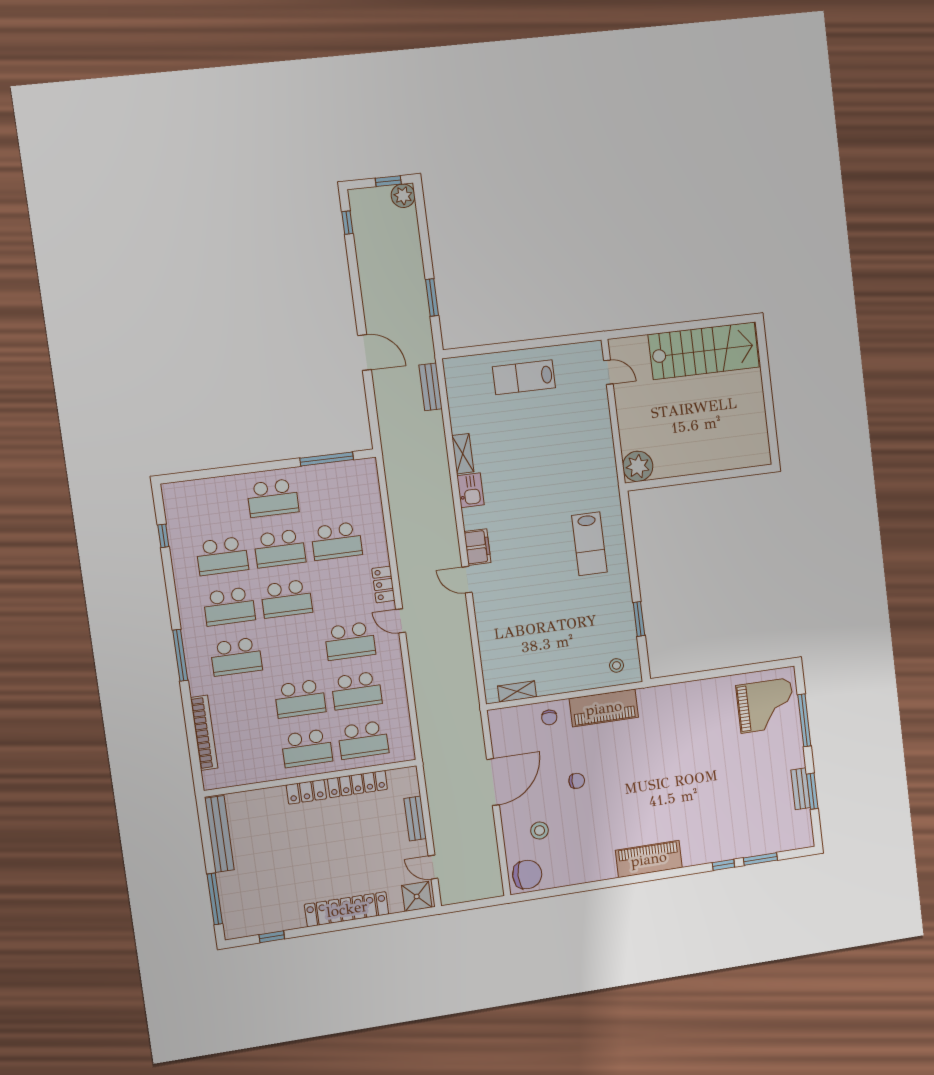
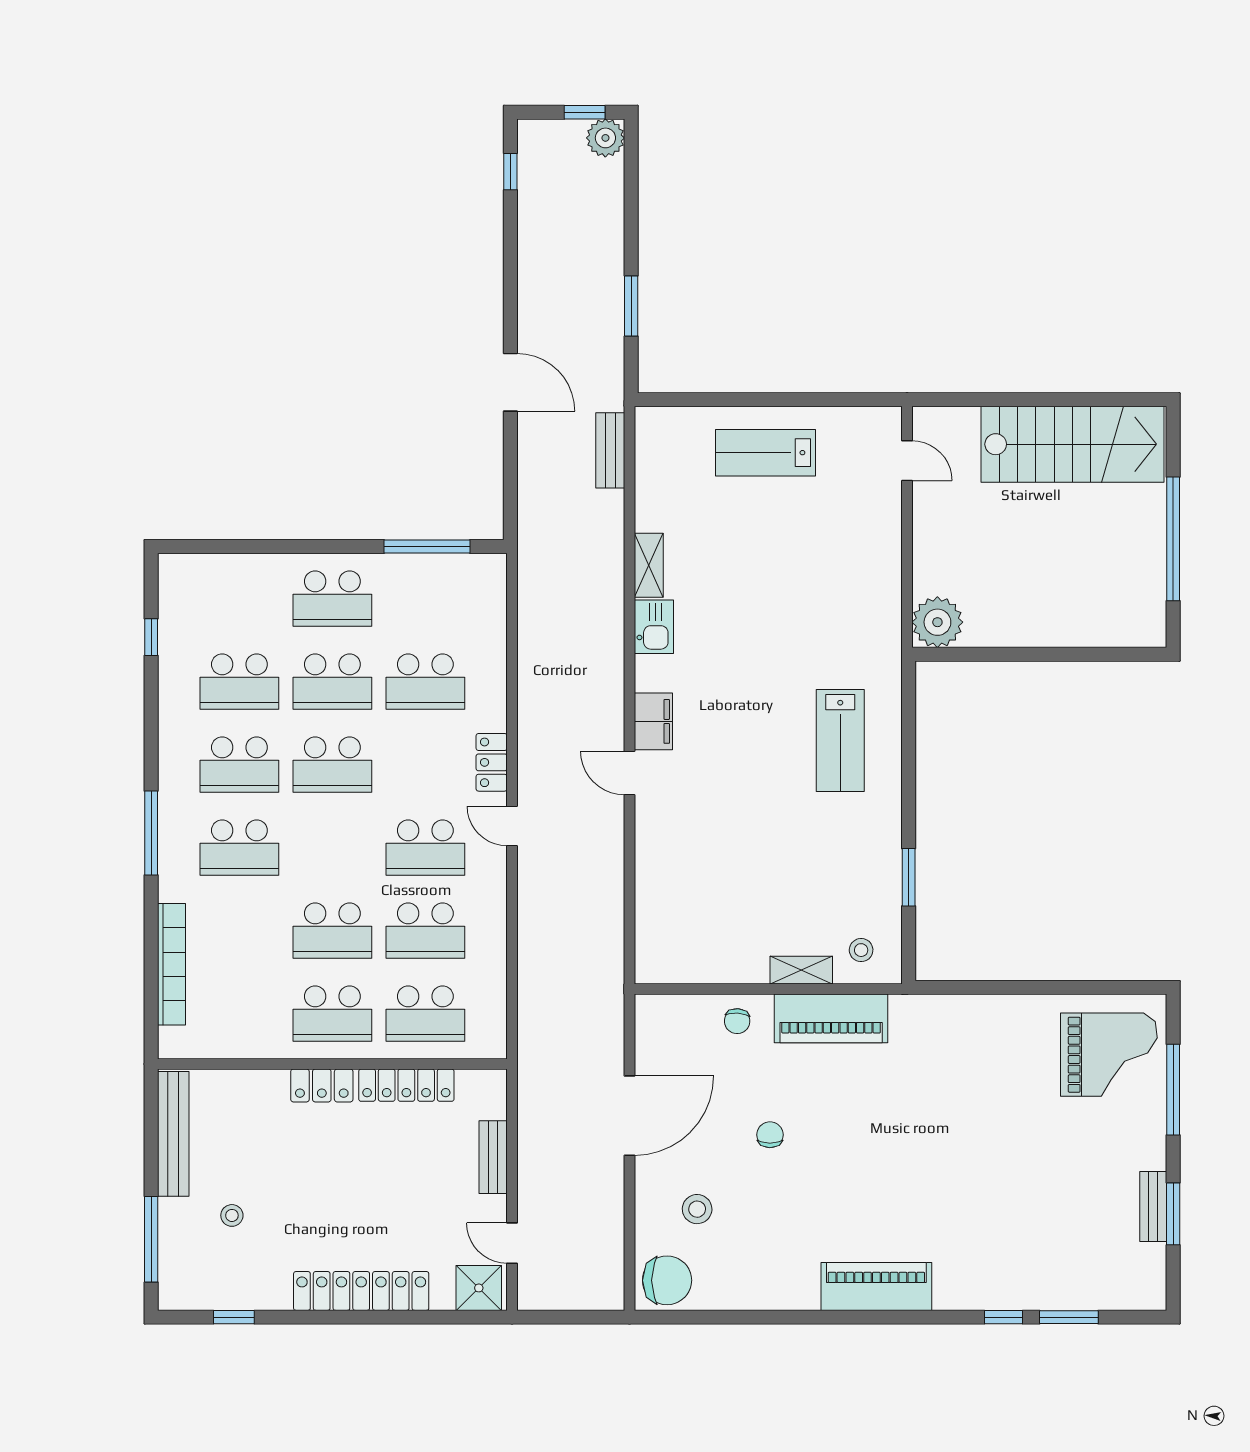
window: (768, 400) -> (1173, 539), added
shelving: (517, 692) -> (801, 970), moved
chair: (577, 781) -> (770, 1135), turned -90
stool: (262, 877) -> (232, 1215), added

